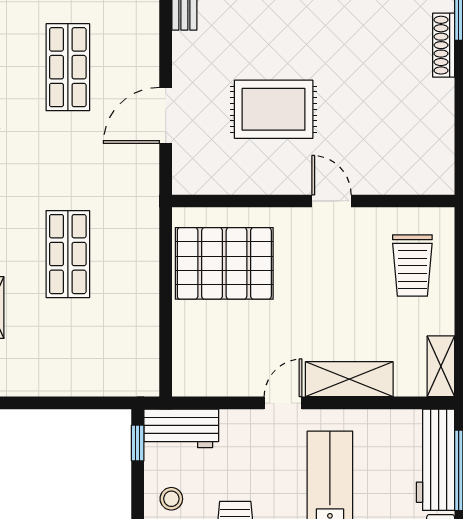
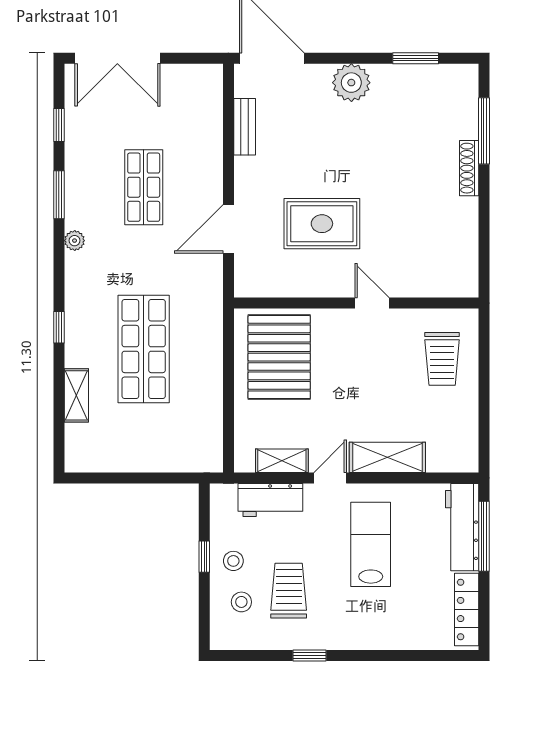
shop shelf: (68, 254) -> (144, 349), width x1.43, depth x1.36
pallet: (224, 263) -> (279, 357), turned 90
shelving: (441, 366) -> (282, 461), moved, turned 90
workbench: (181, 428) -> (270, 500), moved
window: (138, 443) -> (204, 557), moved

